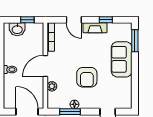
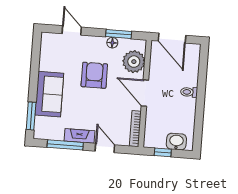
window: (106, 20) -> (65, 145), width x2.17
door: (45, 66) -> (145, 93), swing flipped
plant: (52, 86) -> (134, 62), width x1.87, depth x1.87

